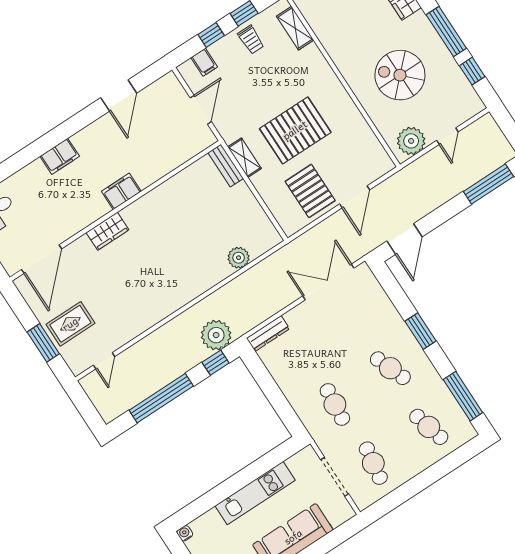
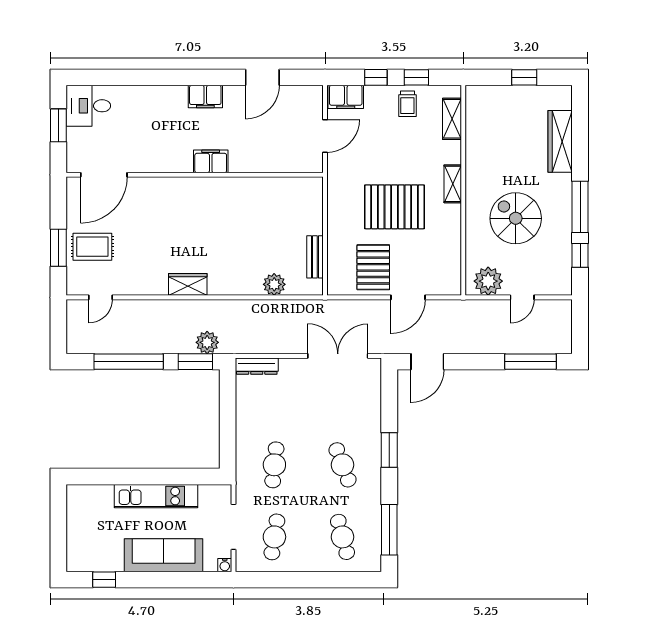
filing cabinet: (204, 62) -> (346, 97), width x2.00
filing cabinet: (60, 156) -> (205, 97), moved
shelving: (244, 158) -> (453, 184), moved
bench: (226, 166) -> (315, 257), moved
wardrobe: (107, 231) -> (188, 284), moved, turned 180
plant: (216, 335) -> (207, 342), width x0.73, depth x0.73
window: (216, 363) -> (195, 362), width x1.50
water cooler: (185, 533) -> (225, 565), moved, turned 180

